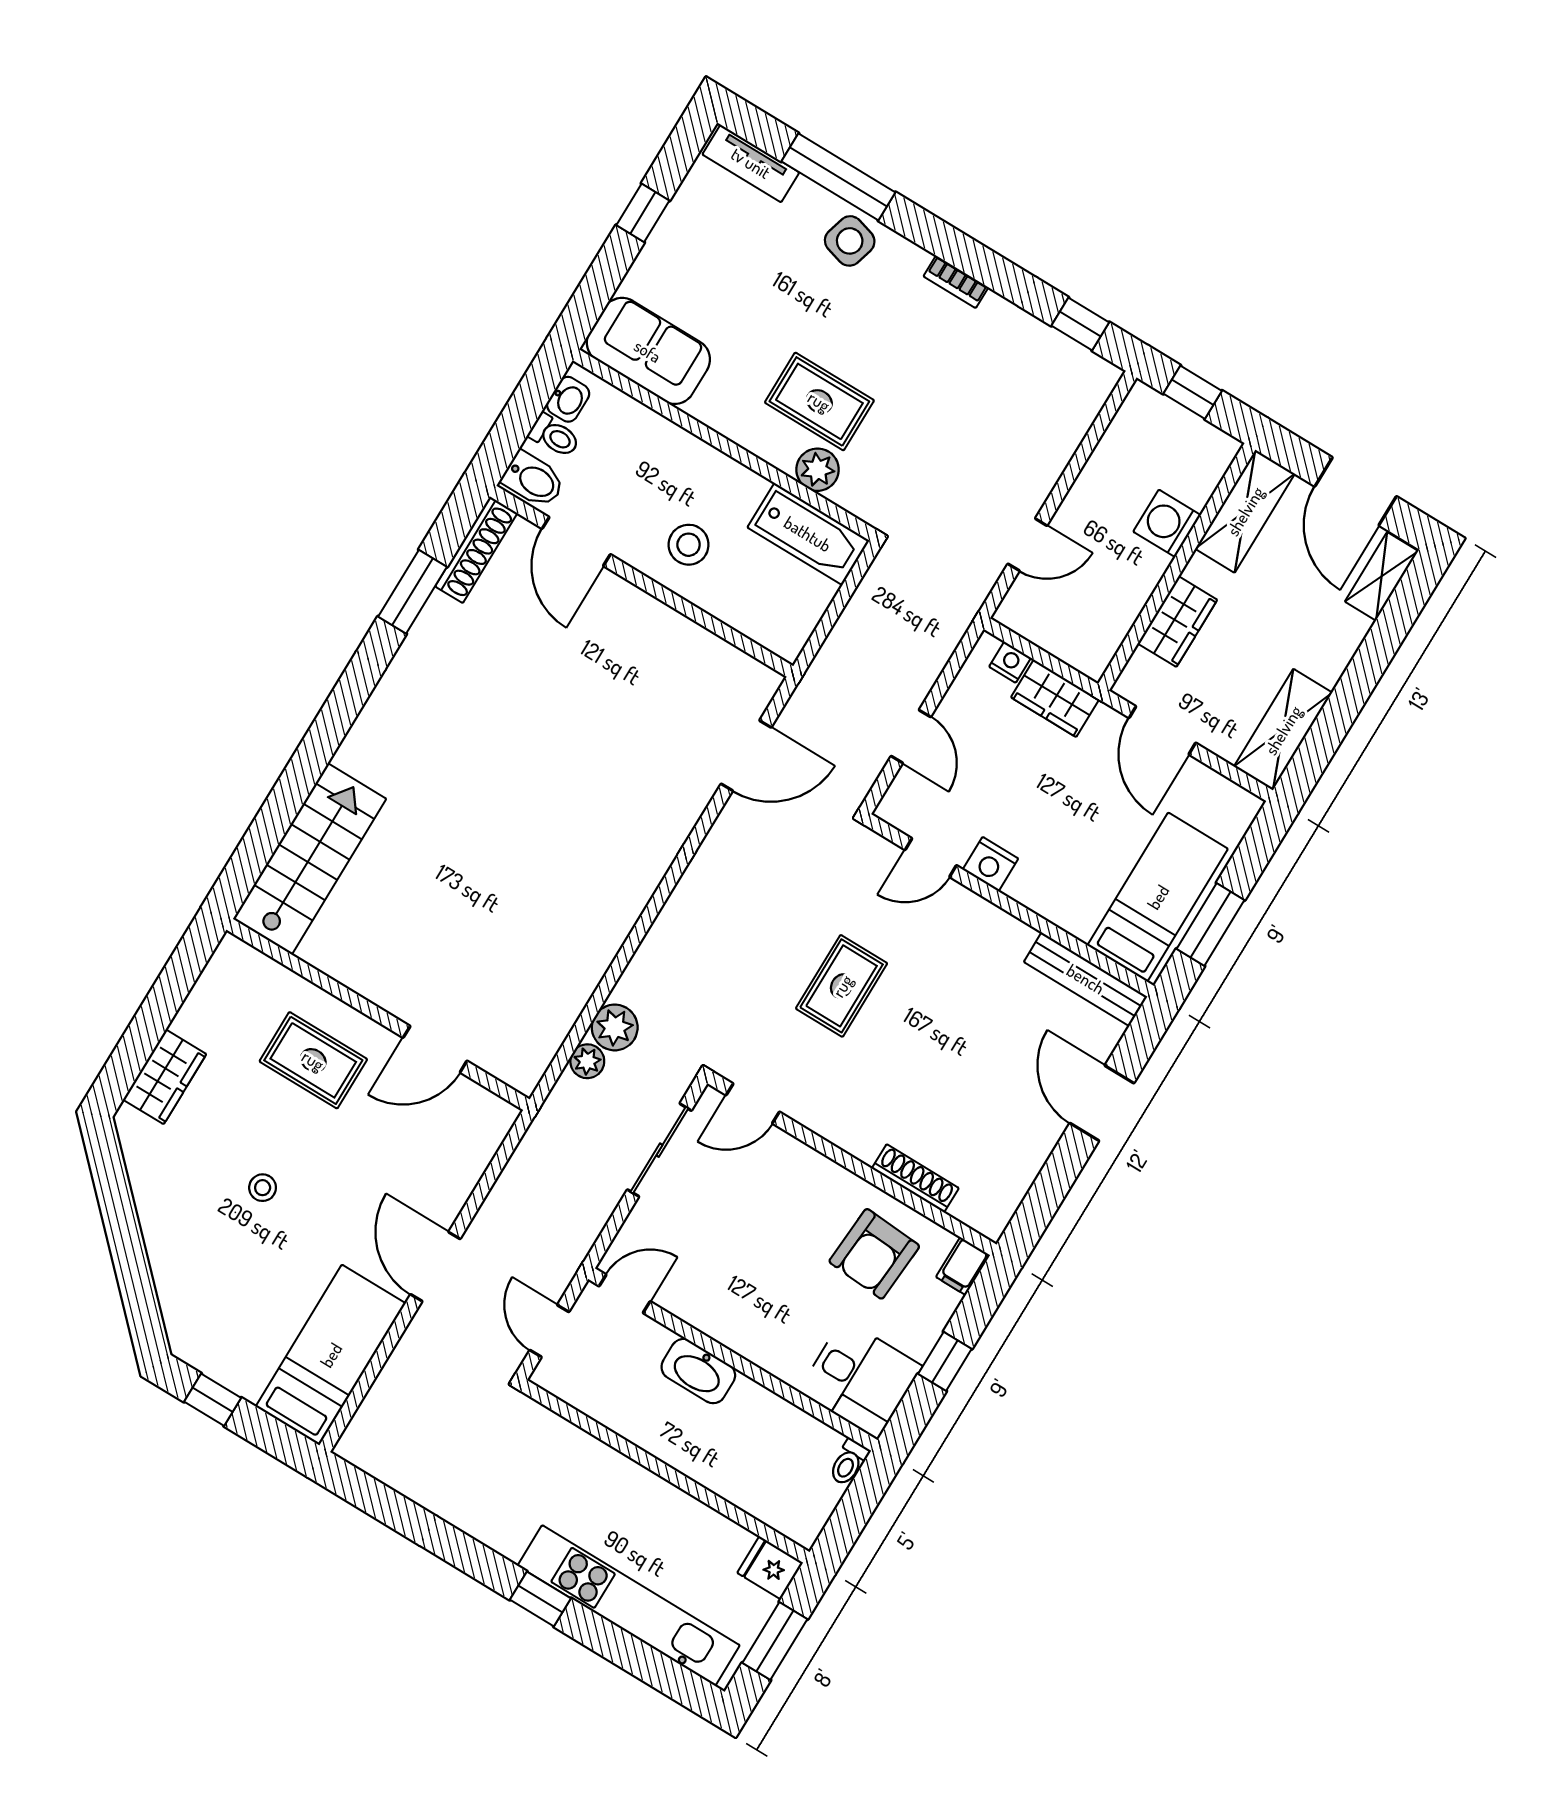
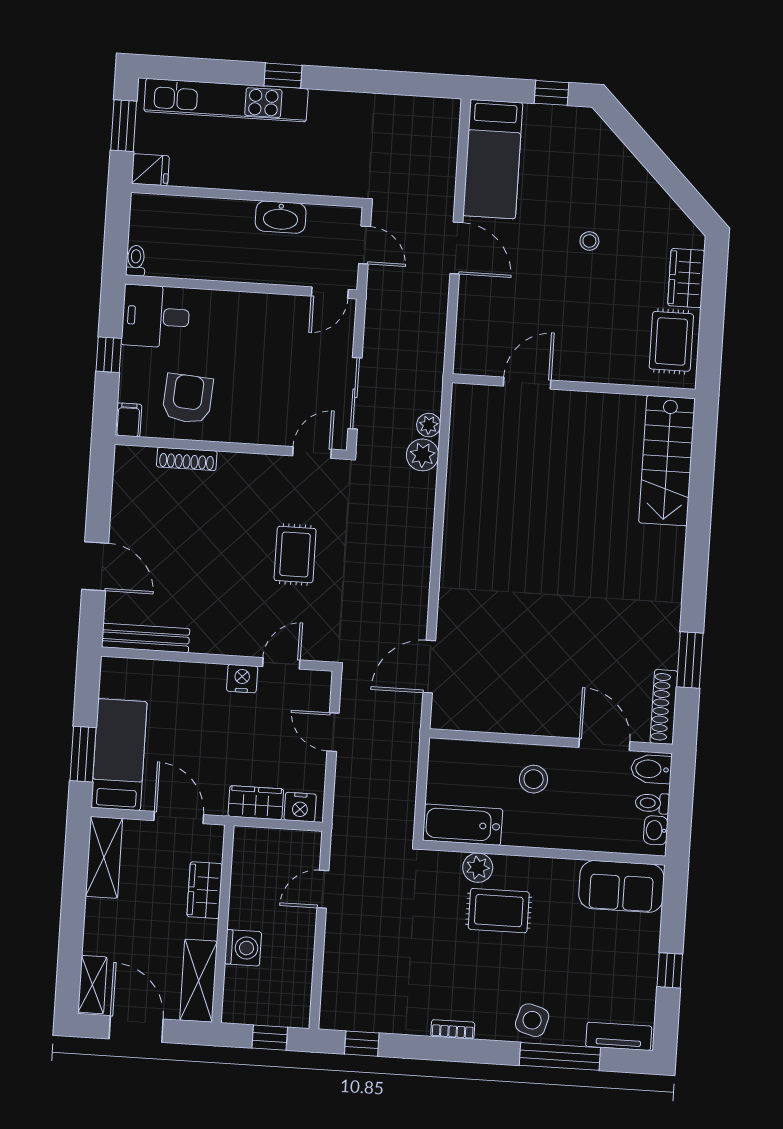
nightstand: (1010, 662) -> (300, 807), width x1.39, depth x1.35
bed: (1158, 897) -> (119, 755), moved, turned 180
window: (1211, 925) -> (83, 754), moved
rug: (313, 1060) -> (671, 341), moved, turned 90
washbasin: (698, 1371) -> (281, 217), moved, turned 180

